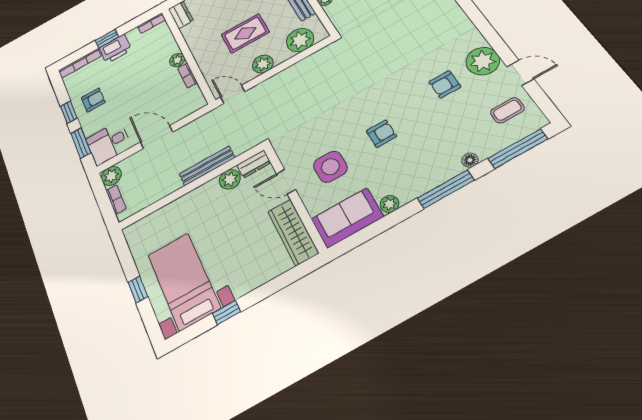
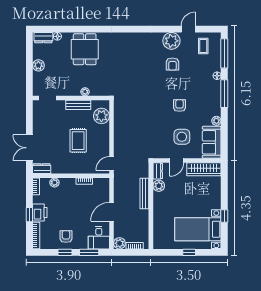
plant: (177, 60) -> (54, 183), moved
plant: (263, 64) -> (103, 141), removed

